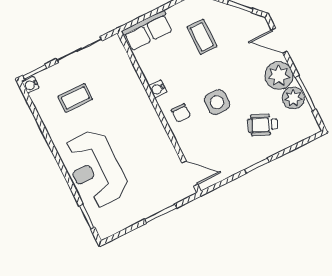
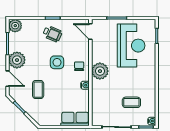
coffee table: (202, 37) -> (38, 90), moved
plant: (293, 98) -> (15, 26), moved
plant: (146, 121) -> (100, 71), added
wheelchair: (263, 125) -> (52, 34), moved
reception desk: (95, 169) -> (131, 46), moved

